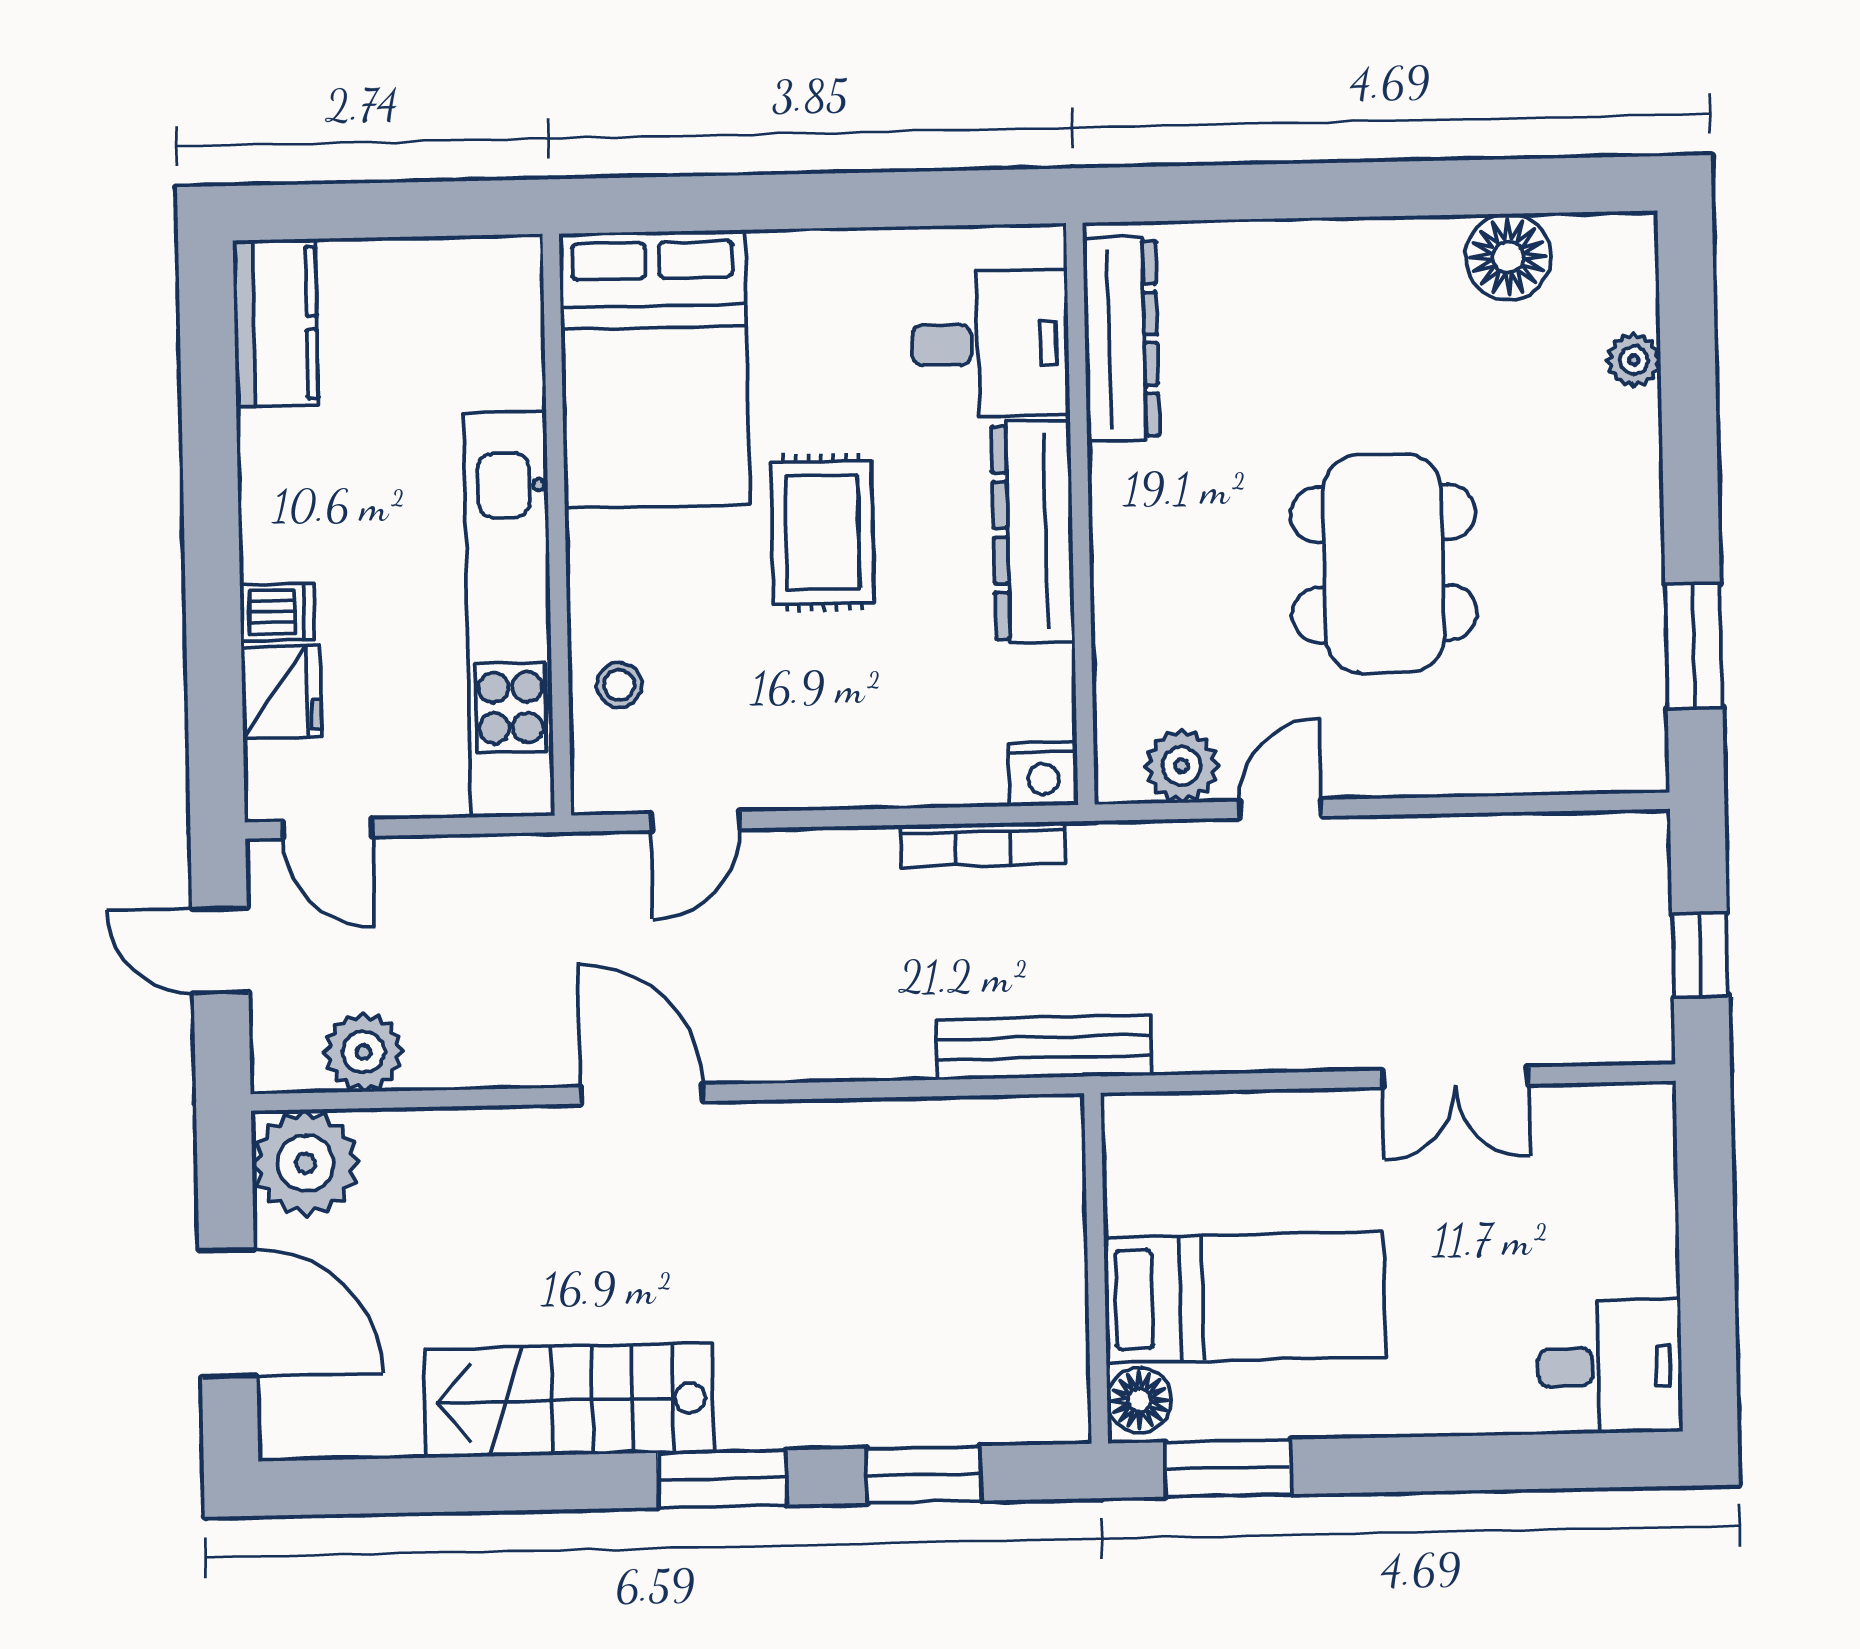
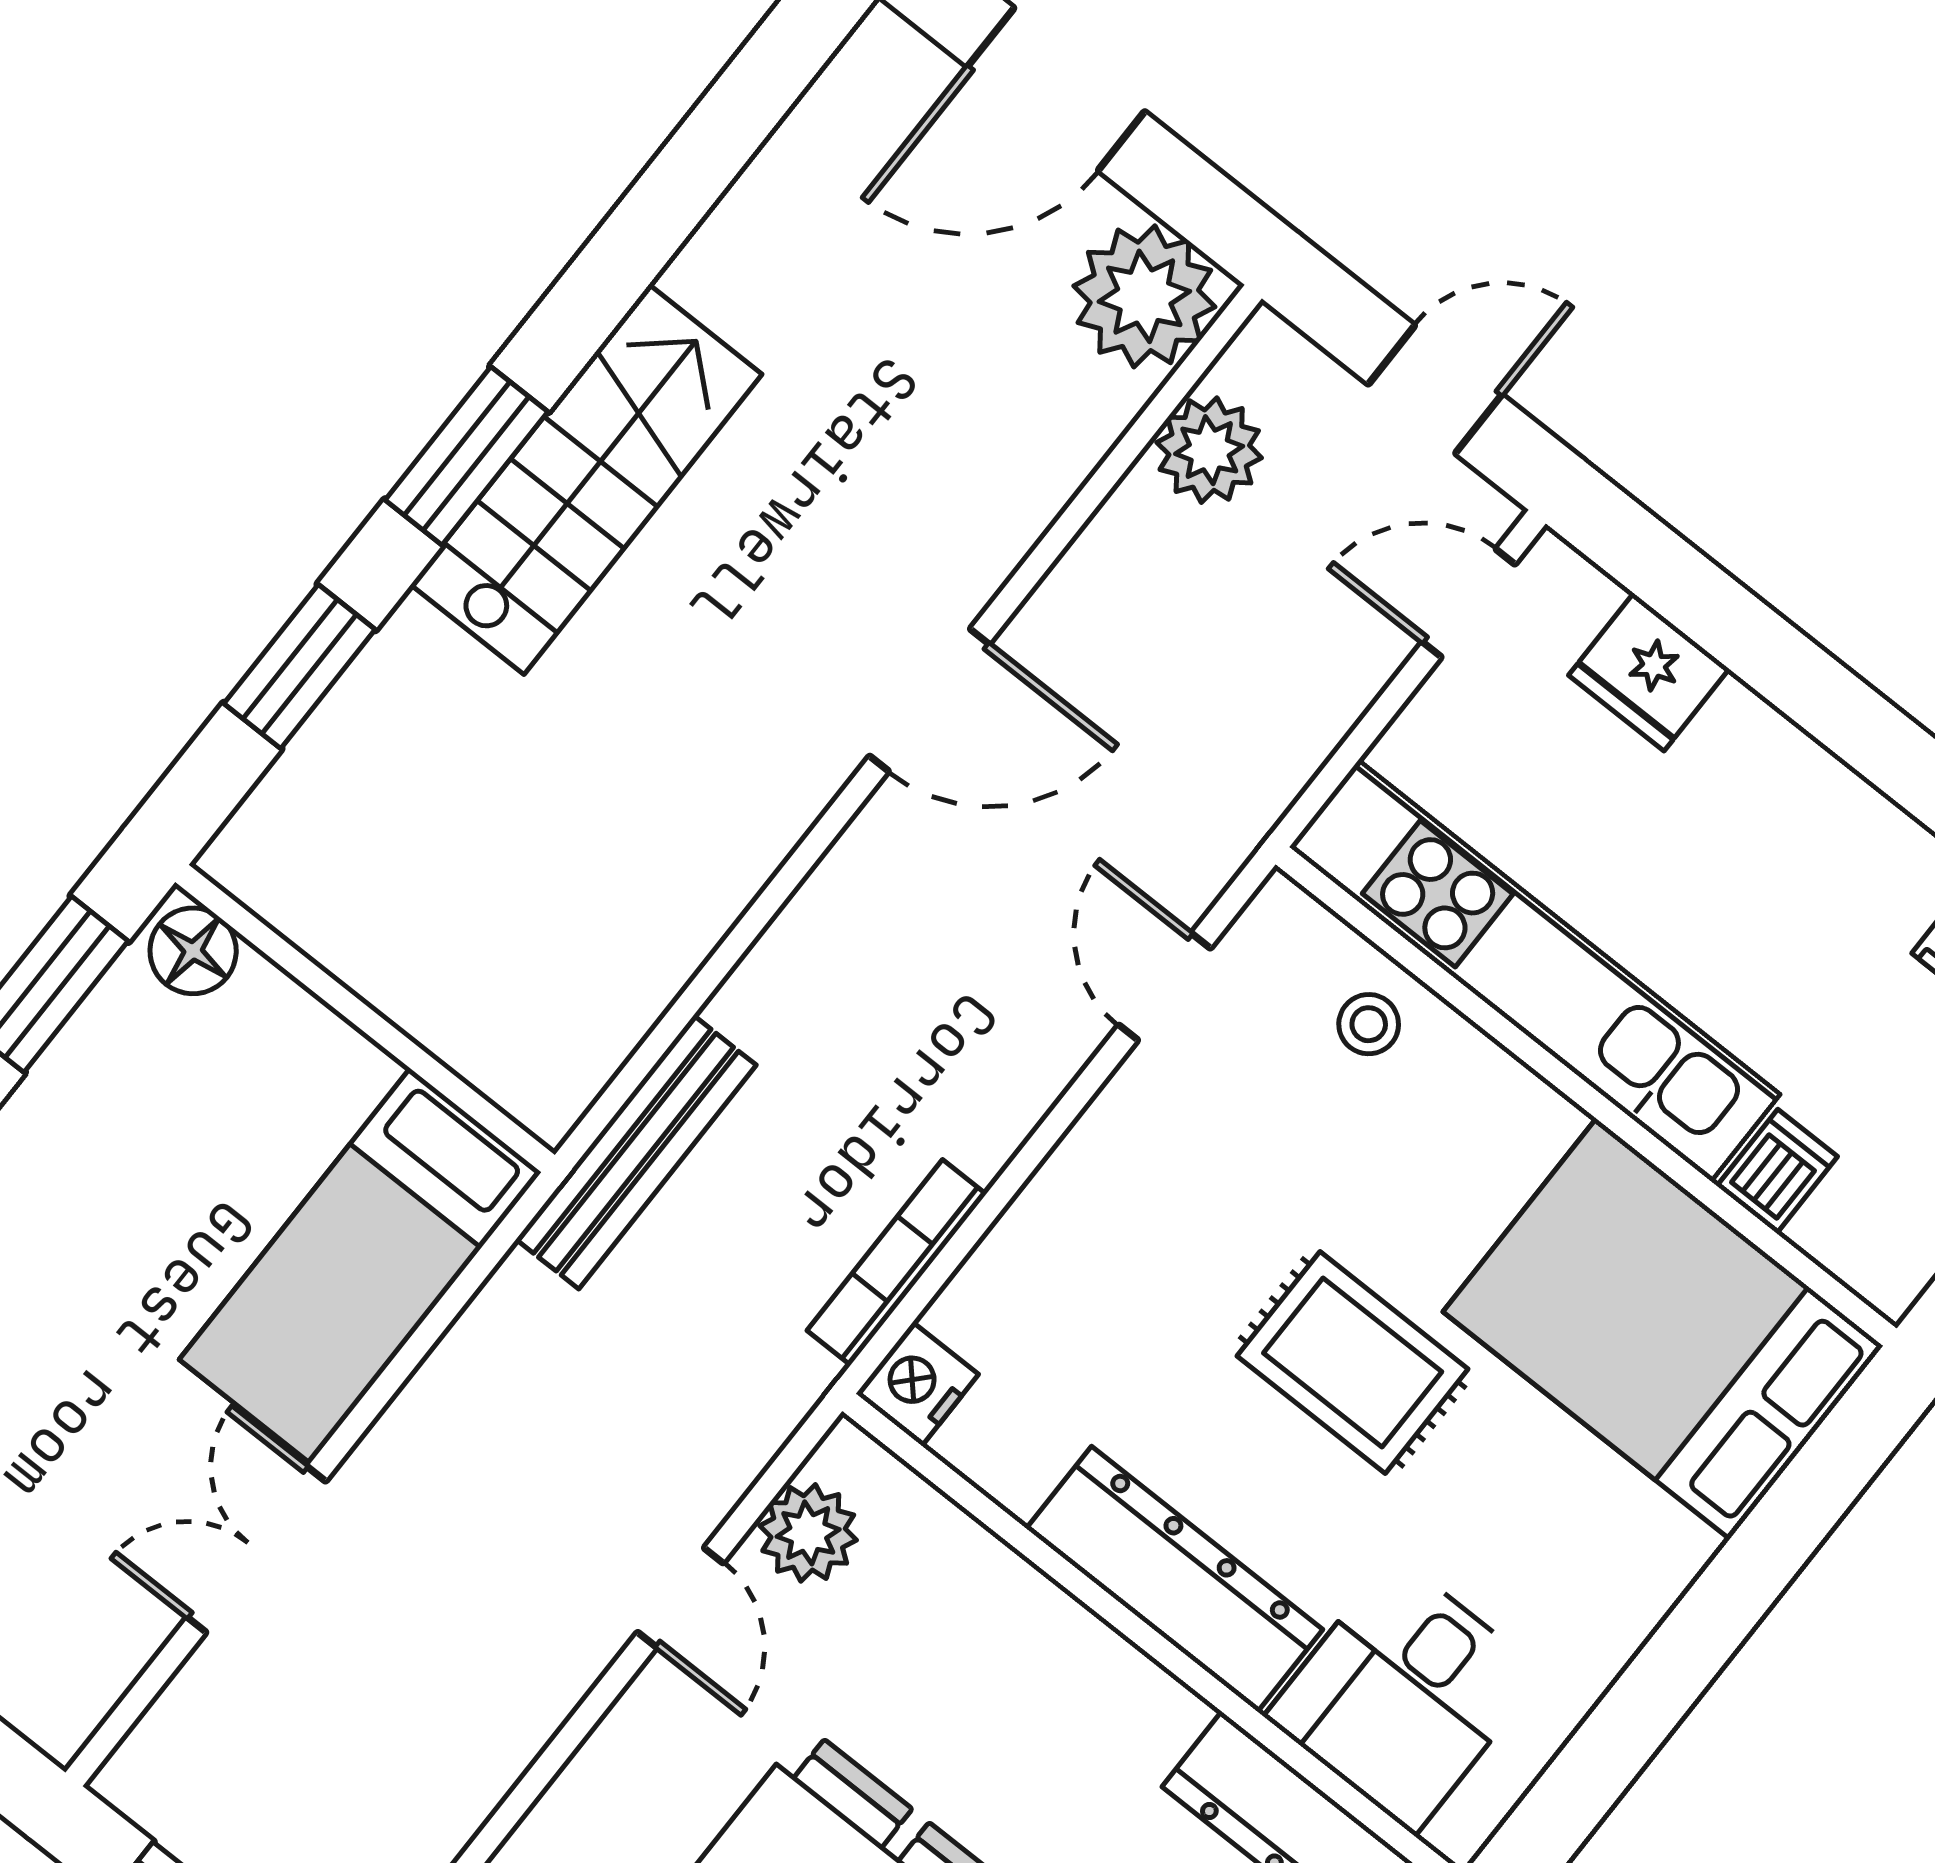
dishwasher: (277, 612) -> (1777, 1171), moved, turned 180
bed: (1245, 1297) -> (360, 1266), moved
stairs: (569, 1401) -> (586, 479), moved

